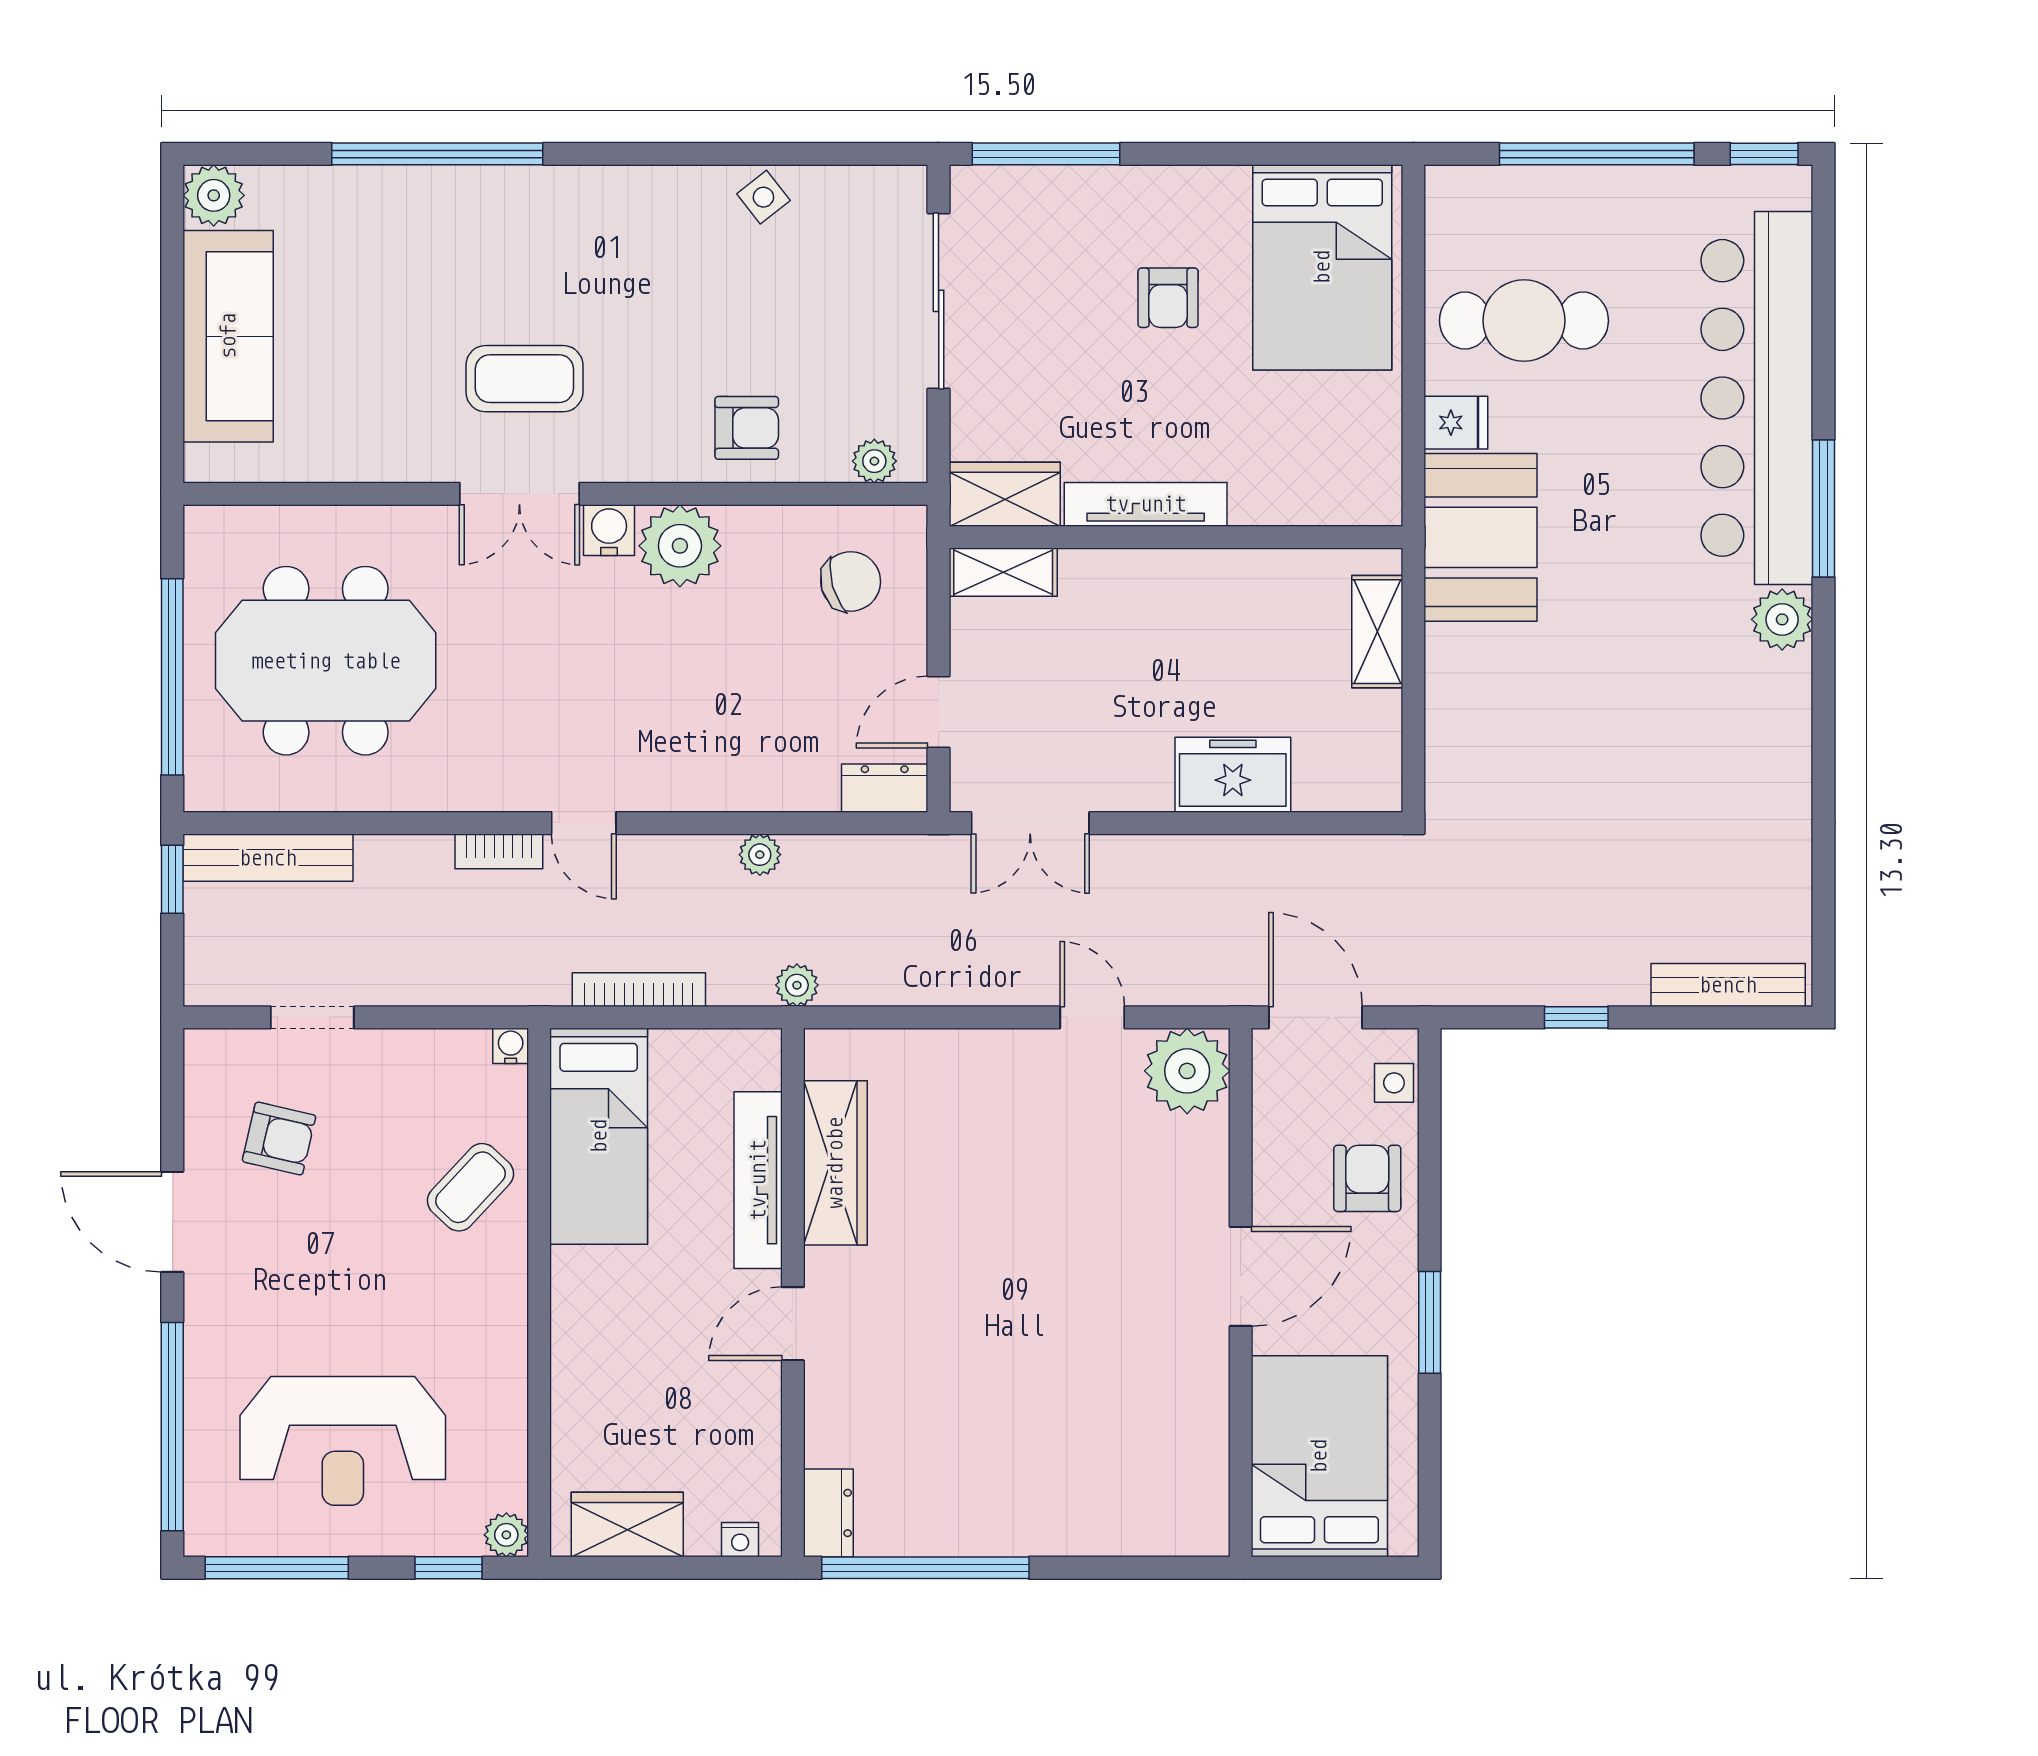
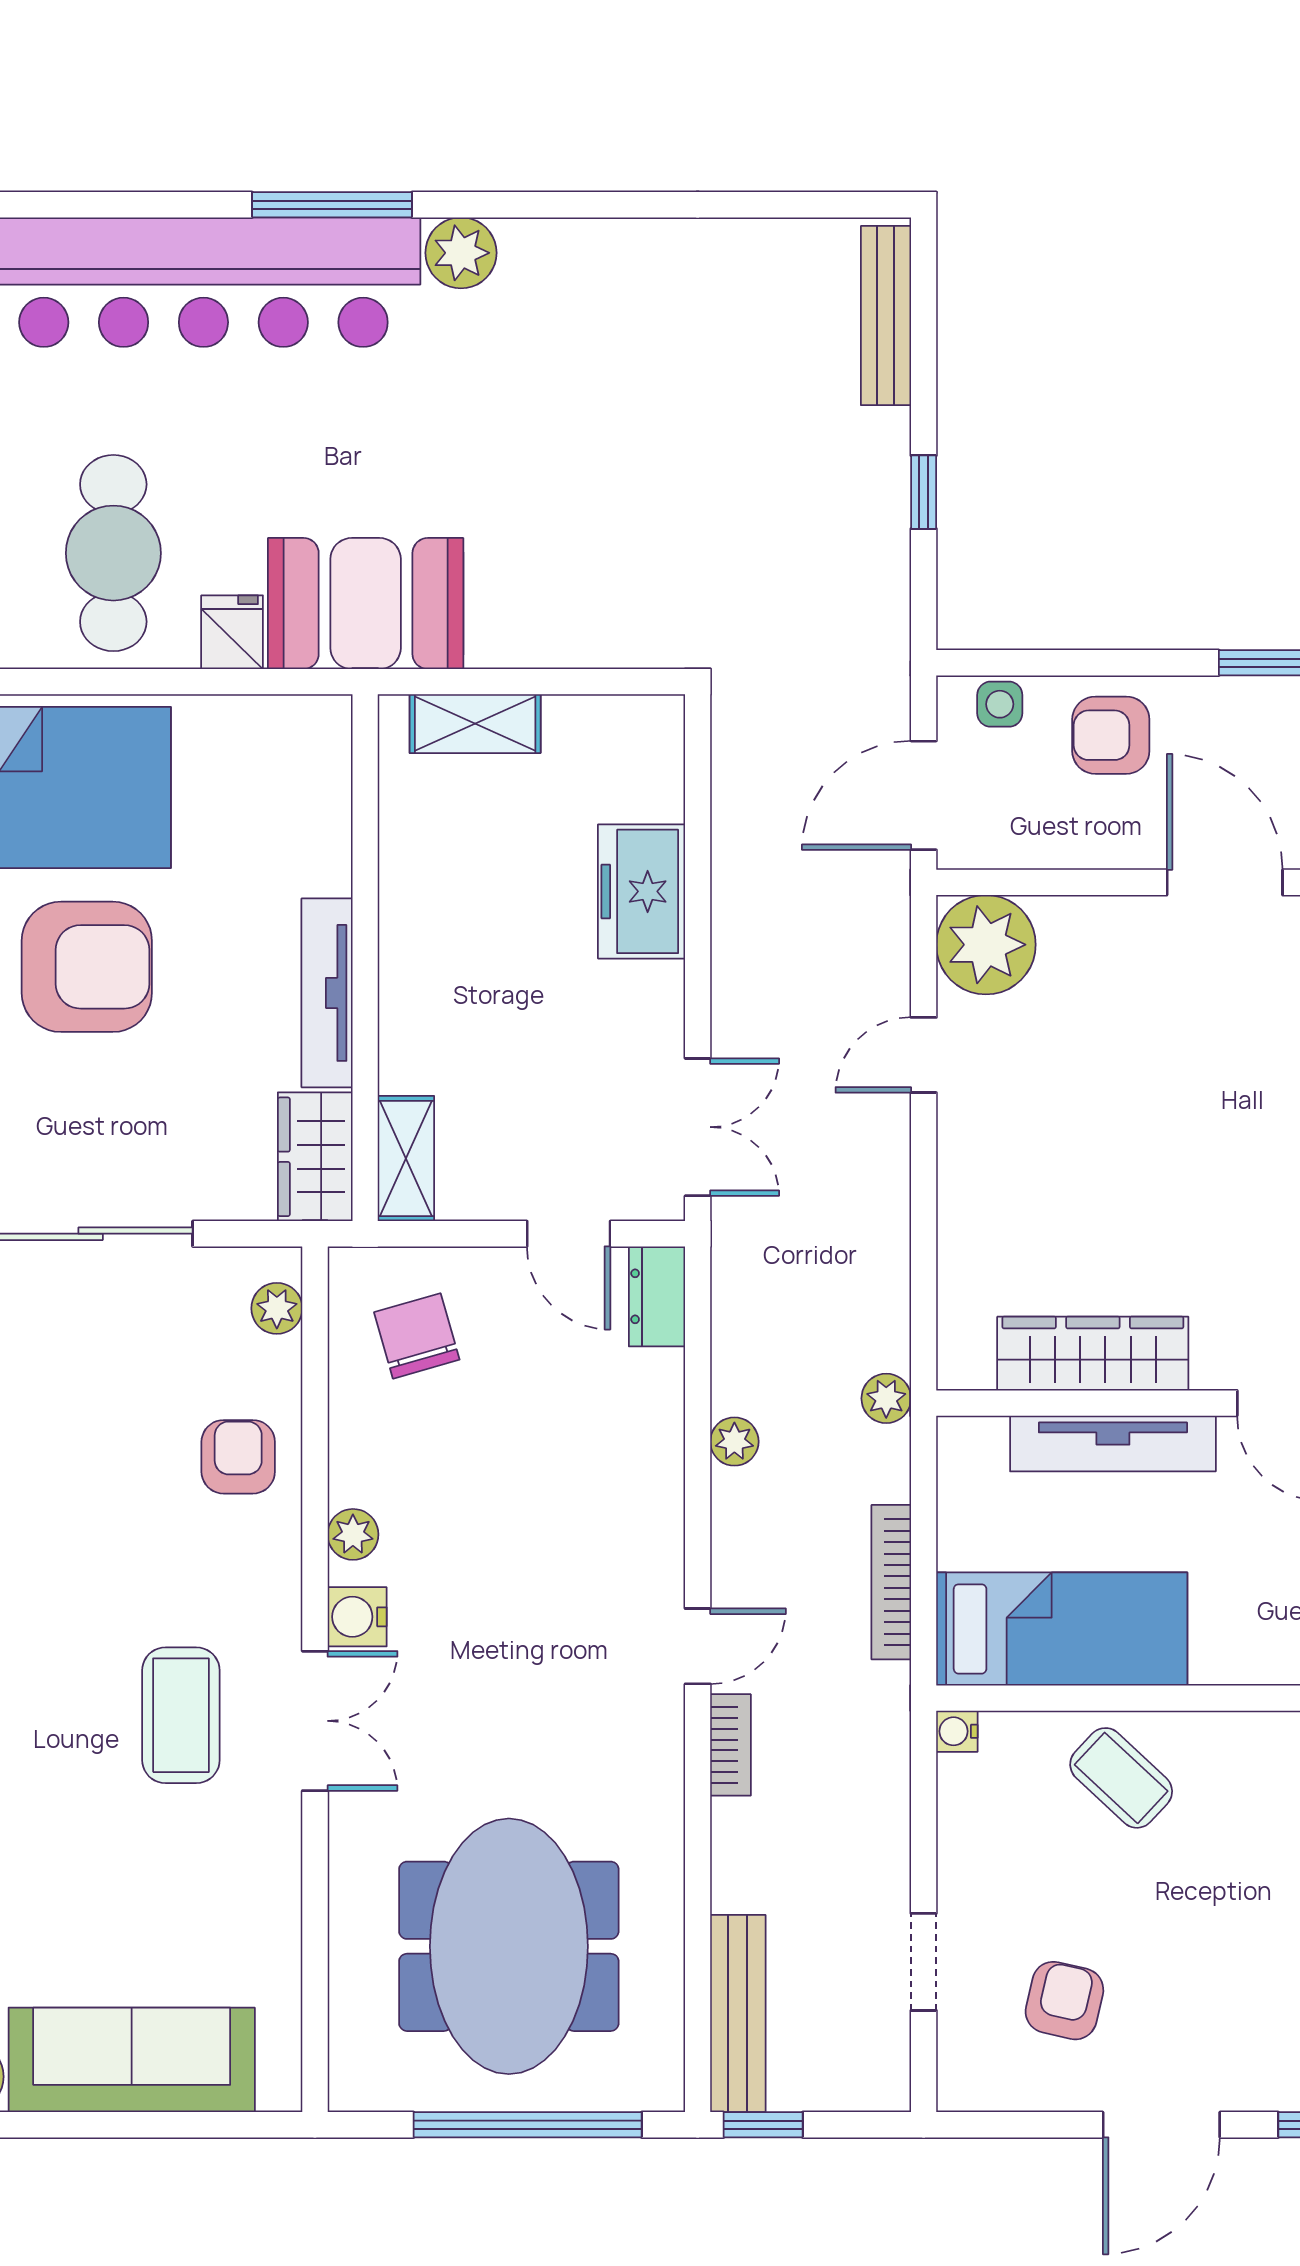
armchair: (1168, 298) -> (87, 967), width x1.88, depth x1.88
plant: (680, 546) -> (353, 1534), width x0.53, depth x0.53

